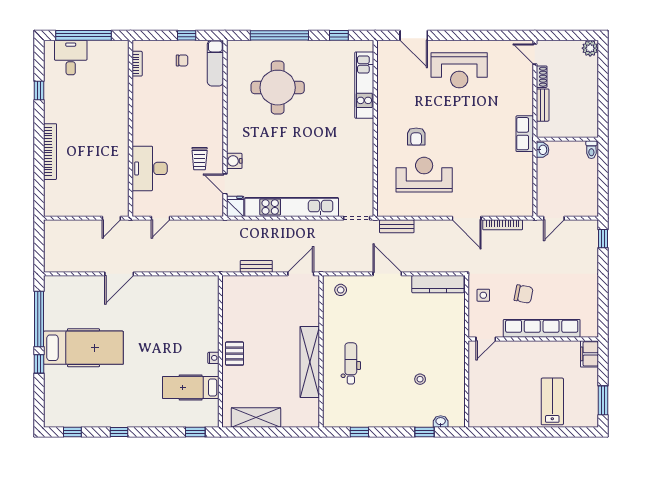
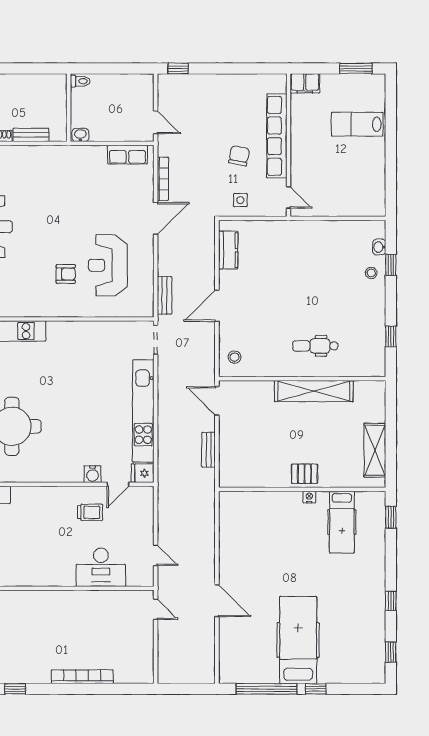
row of seats: (525, 134) -> (127, 155), moved
kitchen counter: (438, 284) -> (228, 250), width x0.67
stool: (420, 379) -> (371, 273), moved

